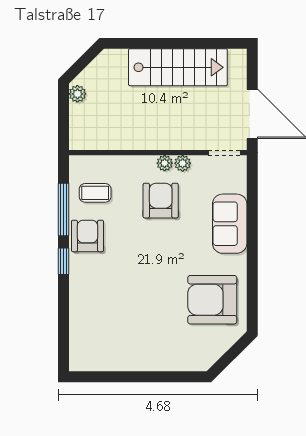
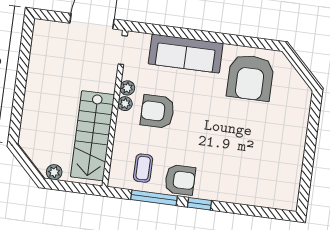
stairs: (178, 67) -> (92, 136), moved, turned 180
sofa: (230, 224) -> (186, 54), width x1.36
armchair: (87, 236) -> (180, 180), turned 180

